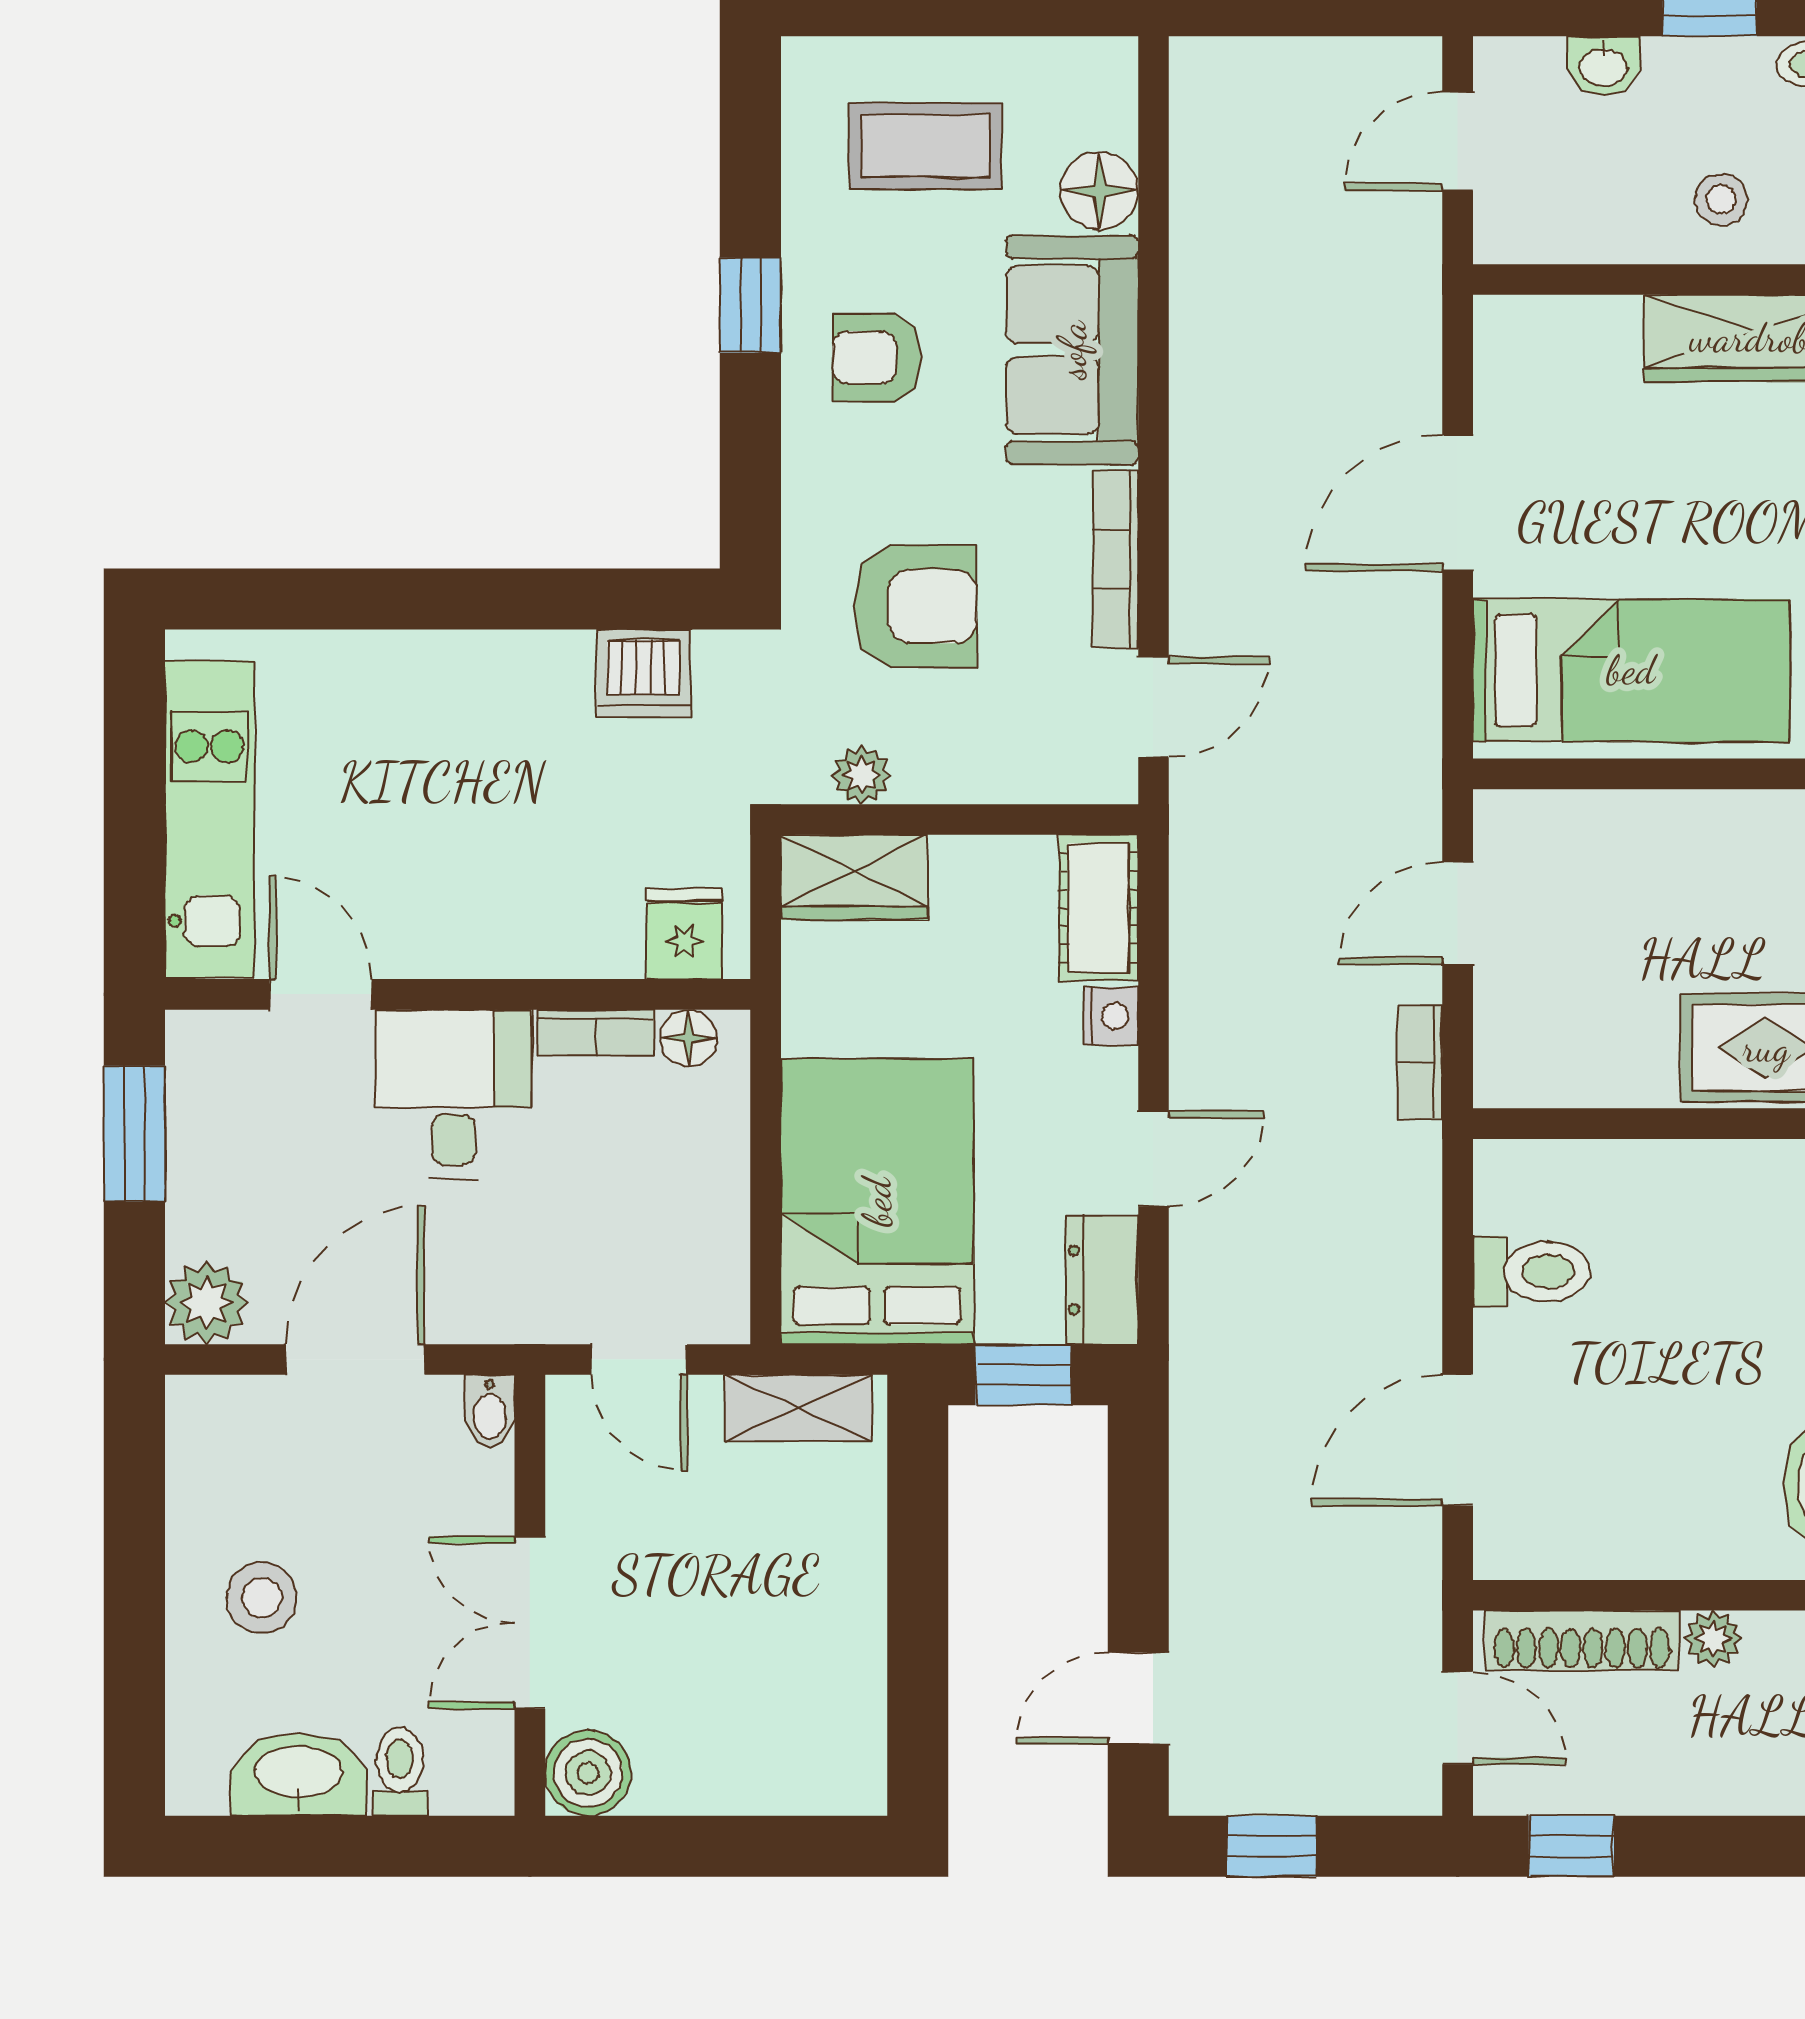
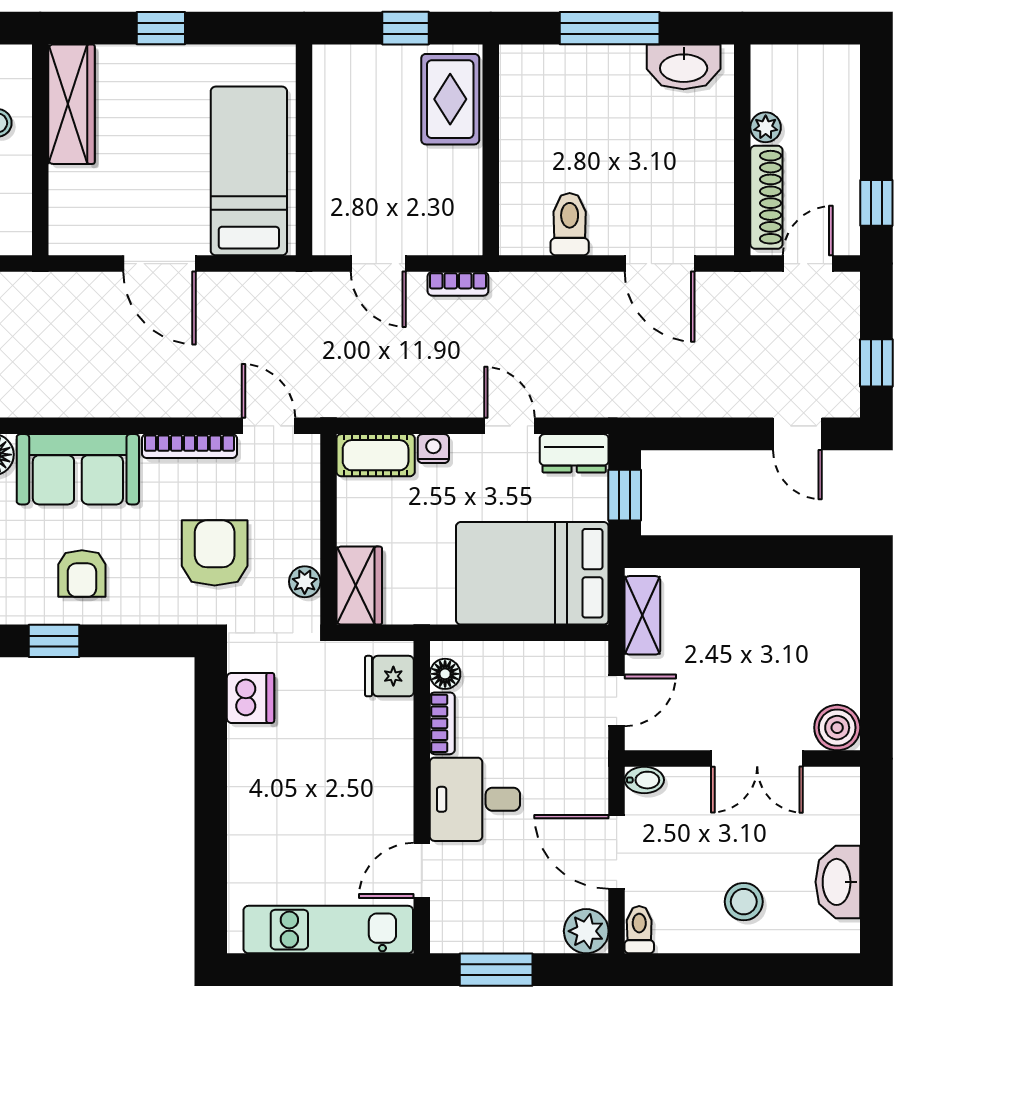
toilet: (400, 1771) -> (639, 930), moved, turned 90

